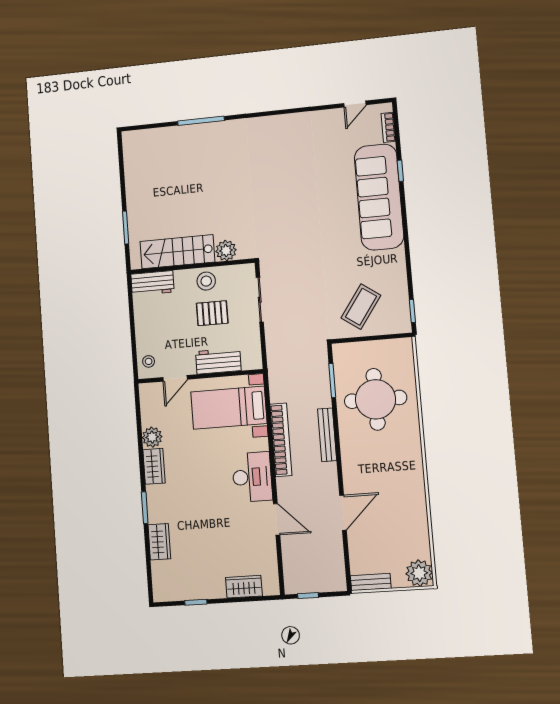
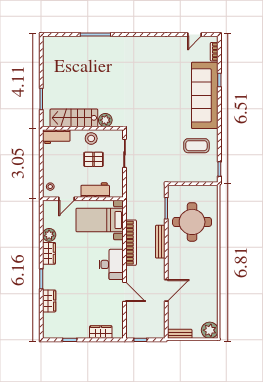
coffee table: (361, 307) -> (196, 146), moved, turned 55

